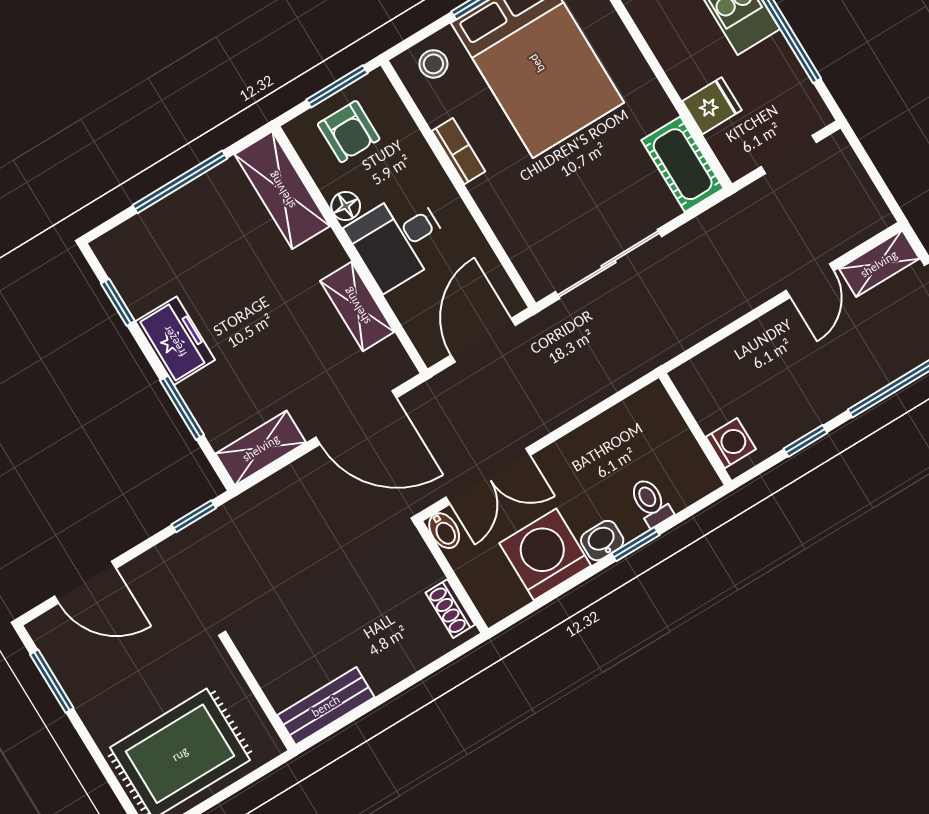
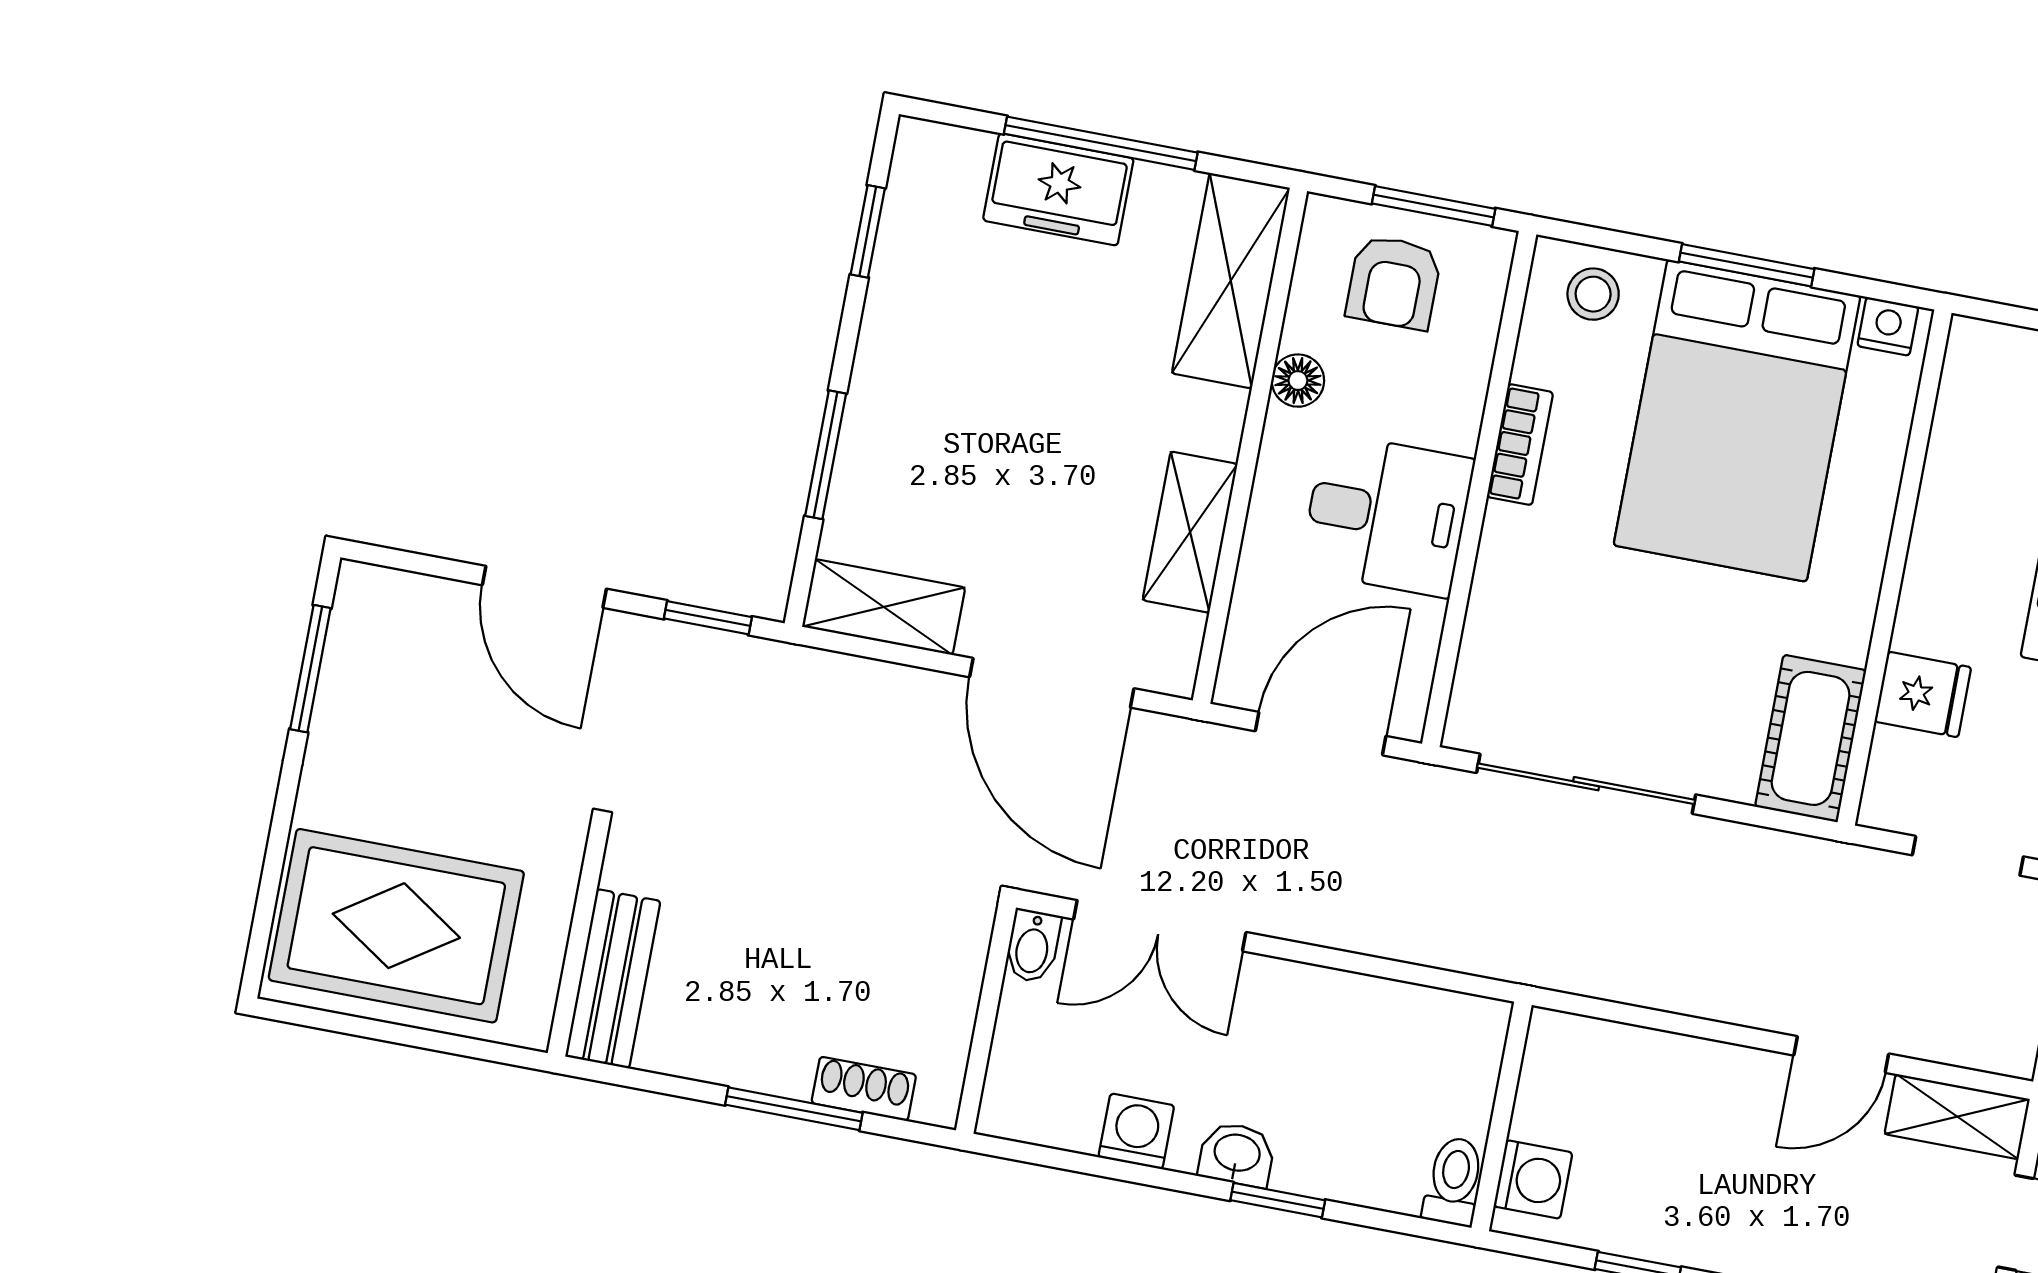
desk: (398, 240) -> (1387, 515), moved, turned 180
freezer: (175, 341) -> (1058, 189), moved, turned 90
toilet: (651, 502) -> (1454, 1181), moved
washing machine: (545, 554) -> (1136, 1131), width x0.53, depth x0.53
door: (85, 582) -> (544, 587), moved
shoe rack: (450, 609) -> (864, 1089), moved, turned 90
window: (407, 683) -> (794, 1109), added
bench: (326, 706) -> (613, 979), moved, turned 90

